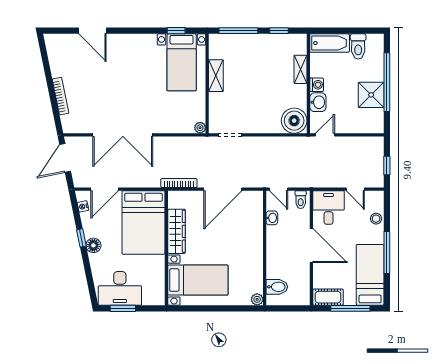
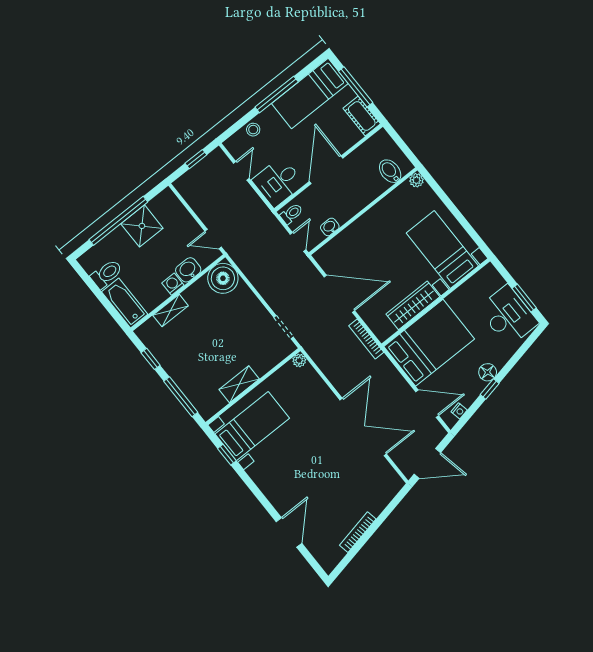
bookcase: (61, 96) -> (358, 532), moved

